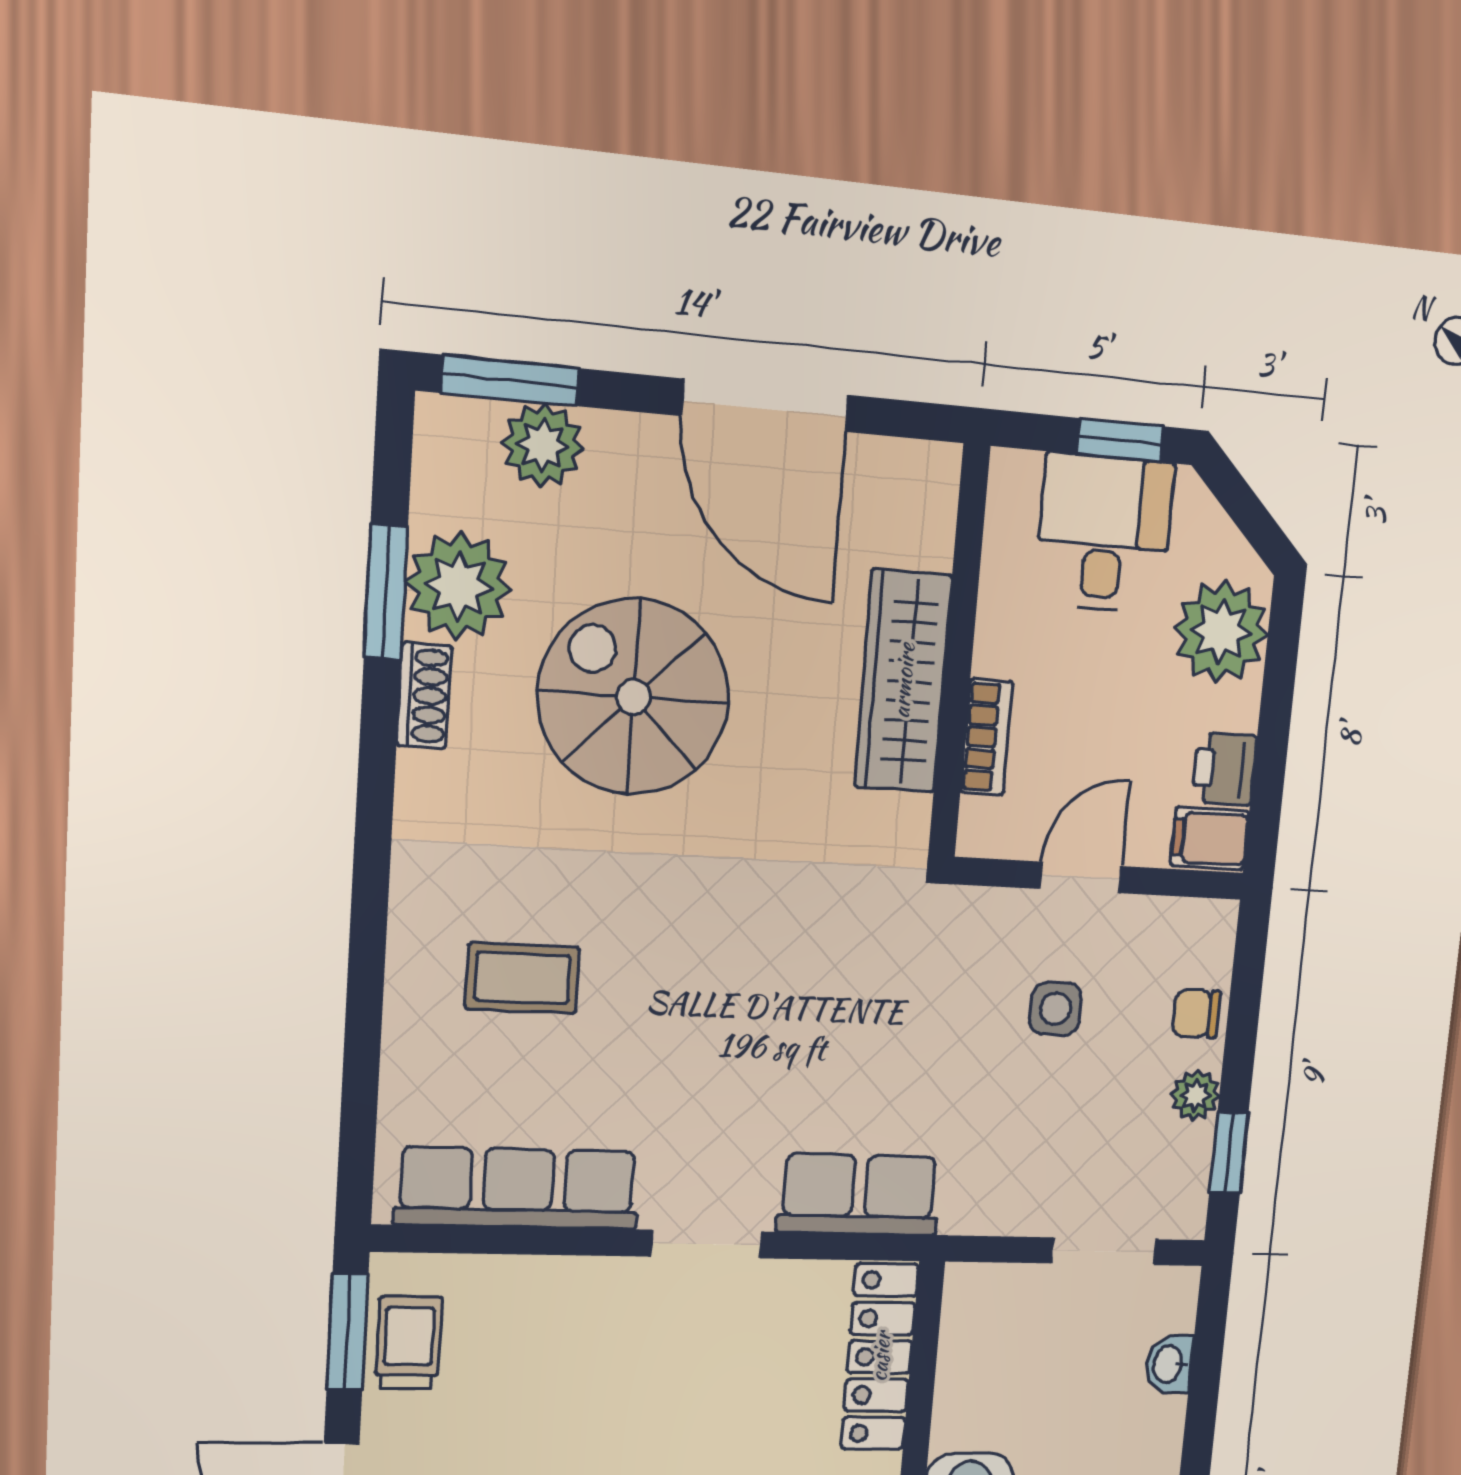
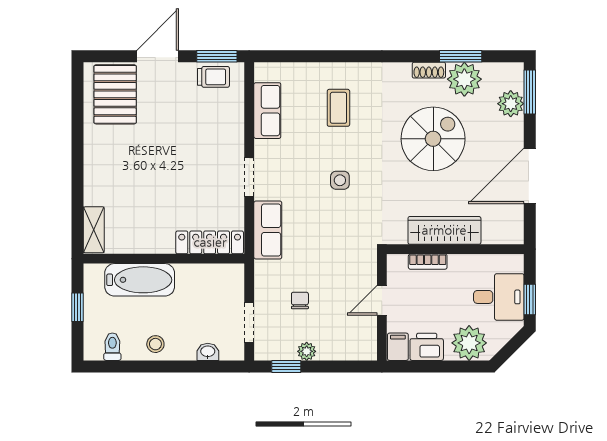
printer: (1224, 769) -> (427, 347), width x1.36, depth x1.24
door: (1080, 877) -> (382, 300), swing flipped
side table: (1056, 1009) -> (340, 180), moved
chair: (1196, 1014) -> (300, 301), moved
row of seats: (518, 1188) -> (267, 111), width x0.68

